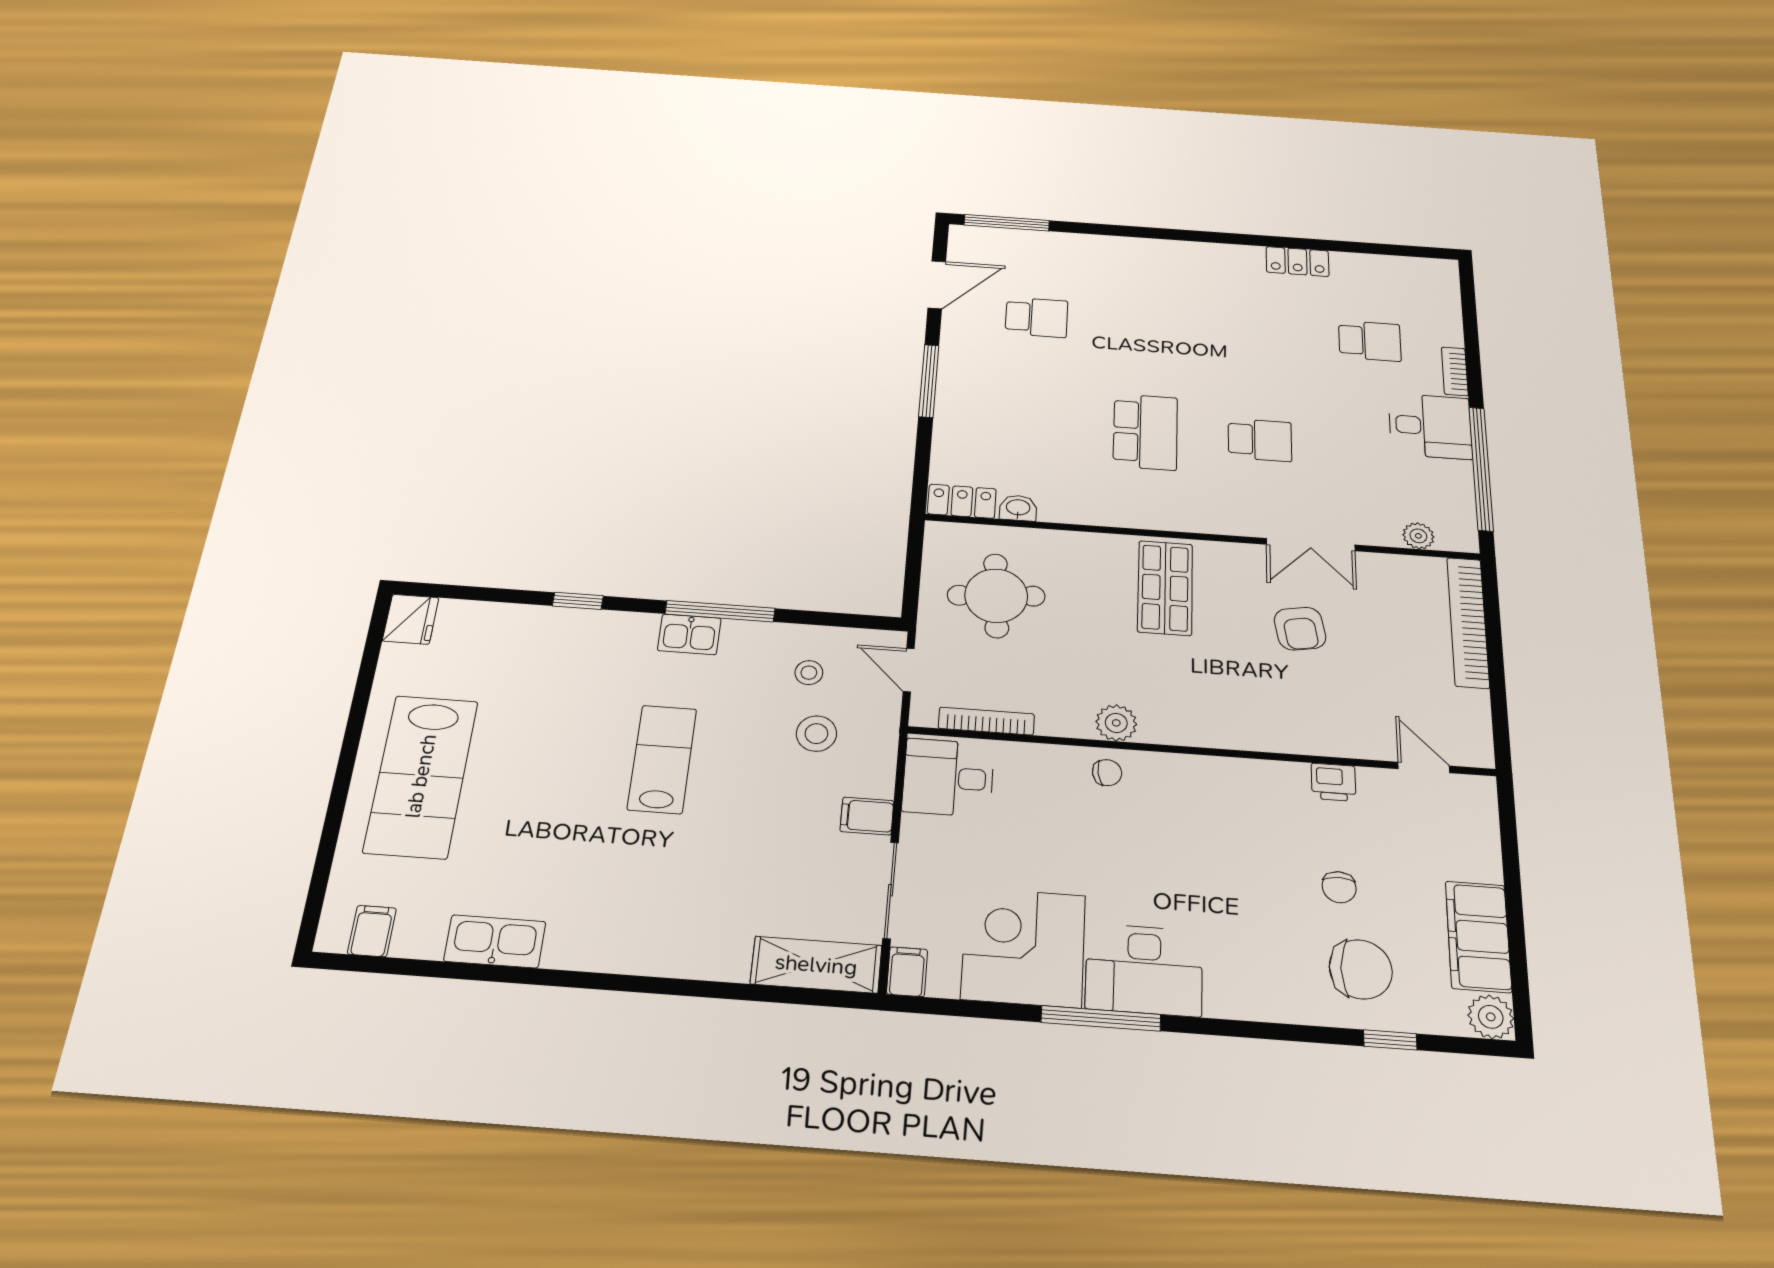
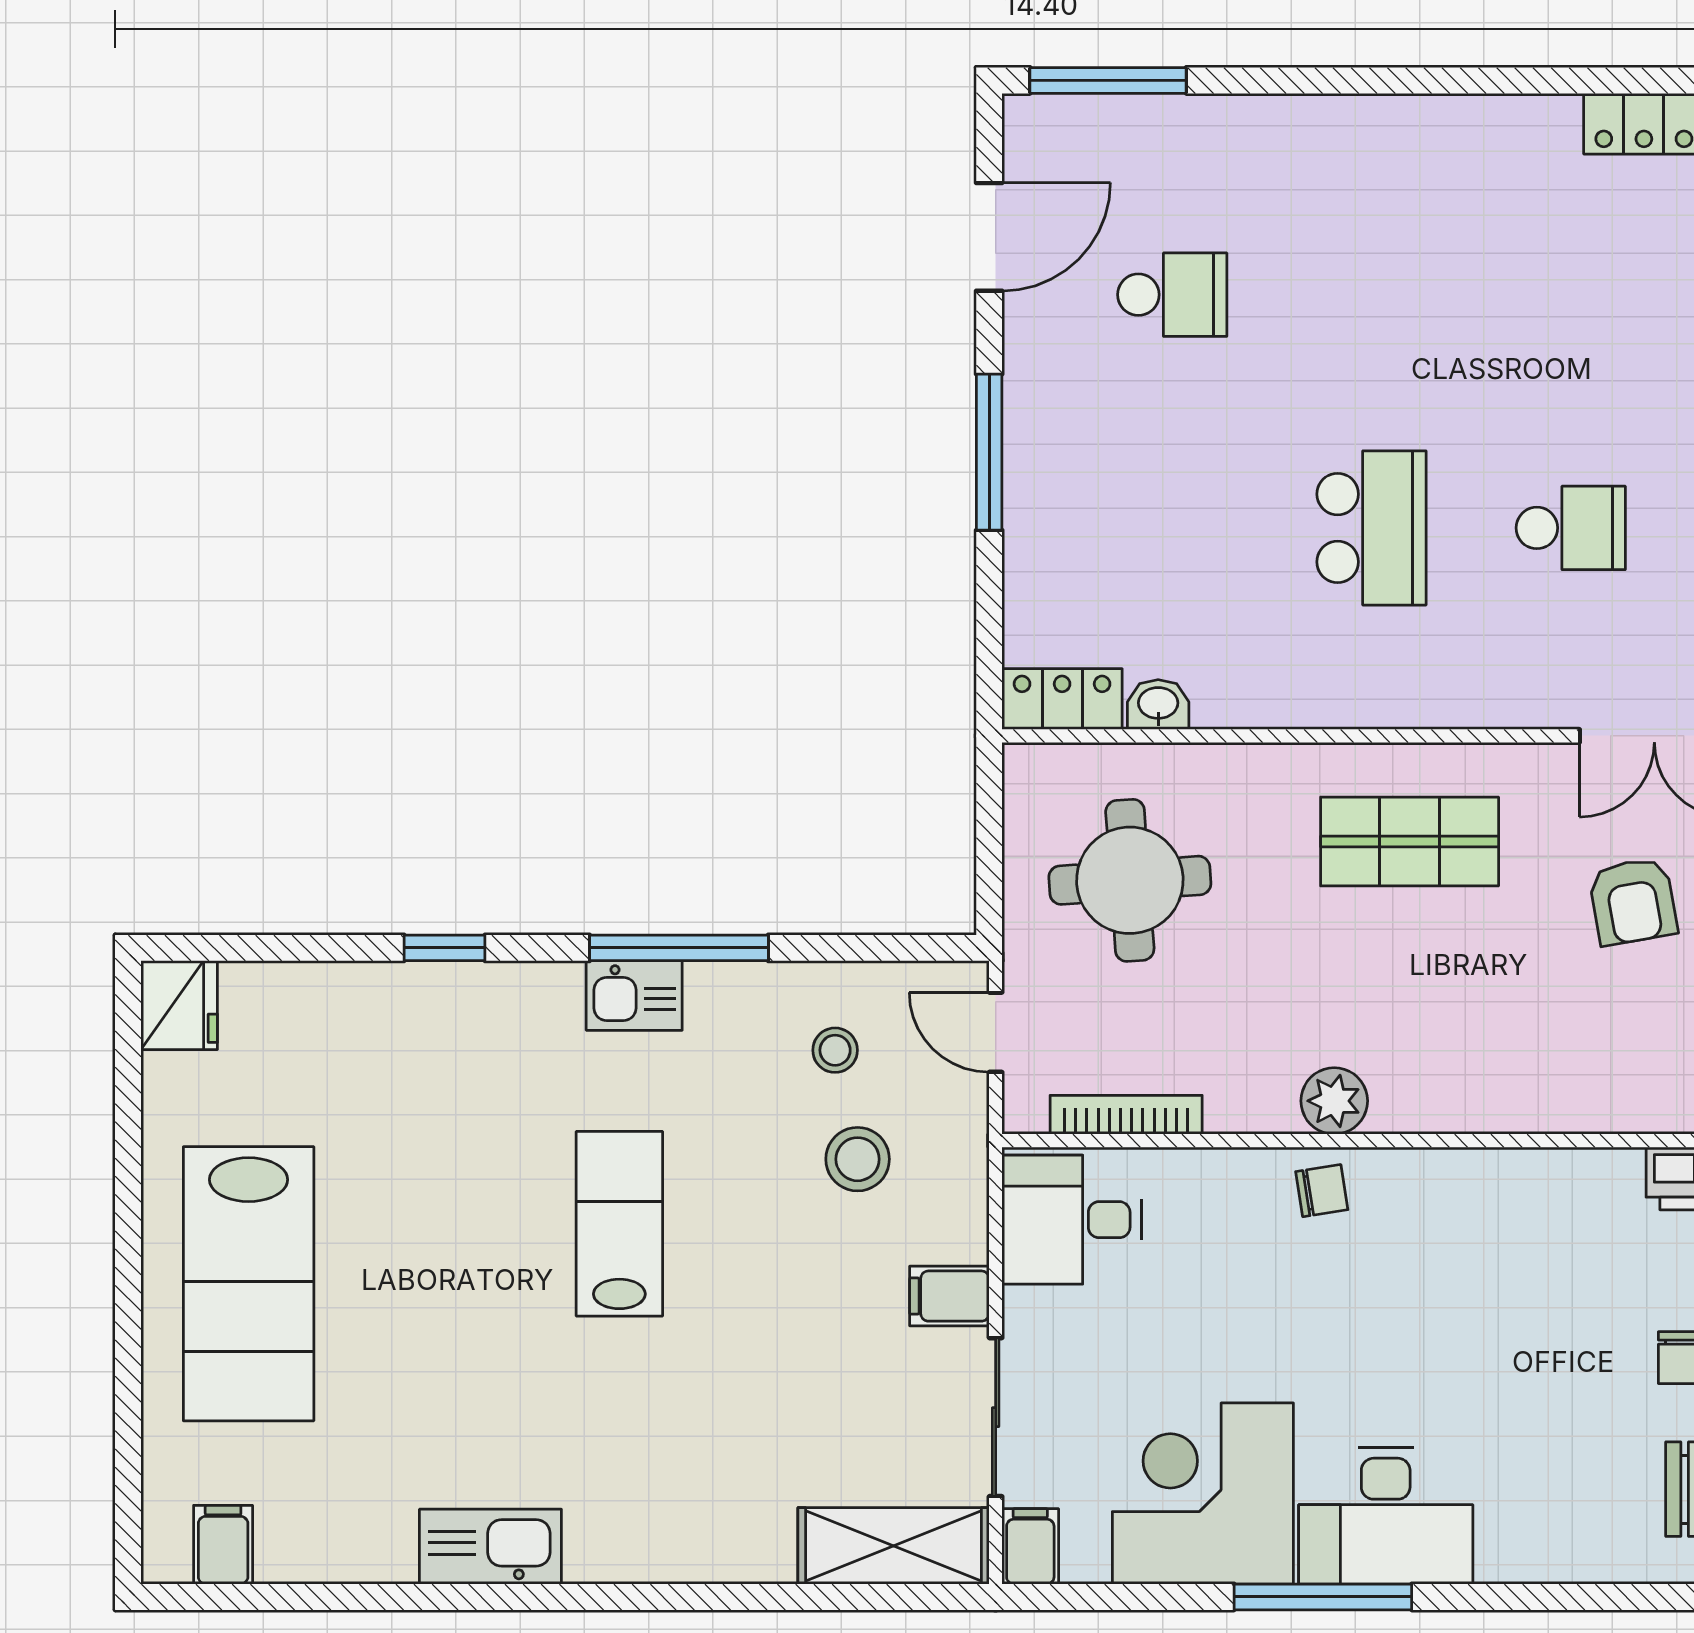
shop shelf: (1165, 588) -> (1410, 842), turned 90
kitchen sink: (495, 941) -> (490, 1547), moved

